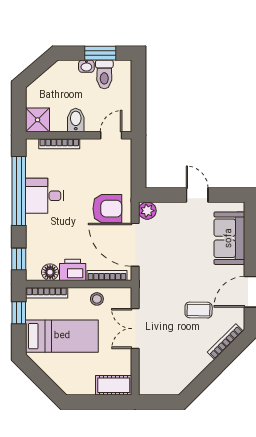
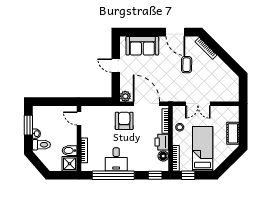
toilet: (104, 74) -> (41, 145), moved
bidet: (76, 120) -> (70, 151), moved
door: (197, 195) -> (116, 66), hinge flipped
door: (135, 245) -> (146, 104), swing flipped
cot: (114, 385) -> (233, 133), moved

